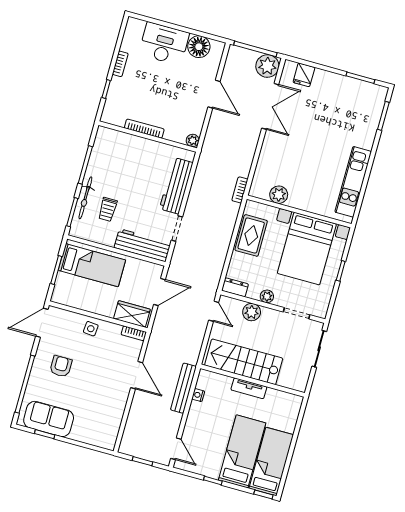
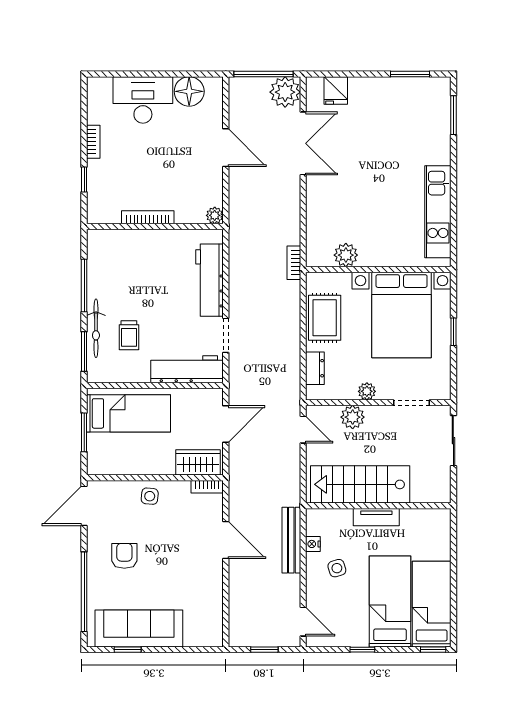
dresser: (235, 287) -> (315, 368), moved, turned 90
side table: (211, 417) -> (337, 568), added
sofa: (49, 419) -> (139, 628), width x1.36

